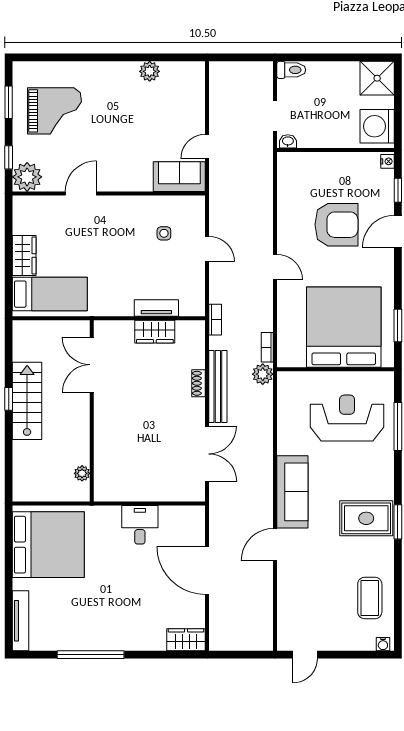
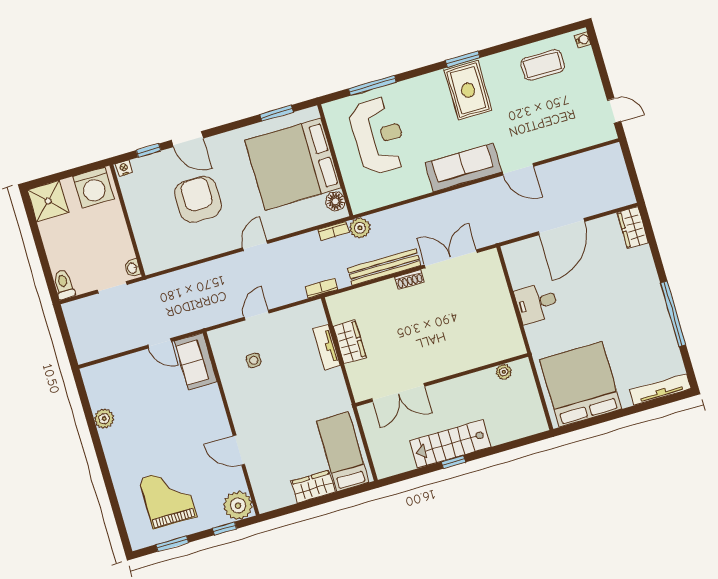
floor lamp: (296, 358) -> (335, 201), added
shoe rack: (199, 383) -> (410, 279), moved
reception desk: (347, 418) -> (378, 136), turned 180

